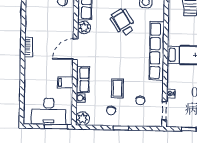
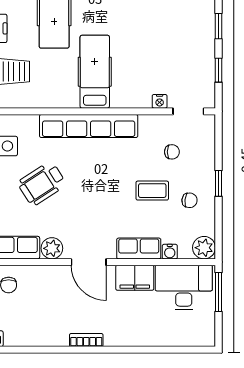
filing cabinet: (65, 82) -> (135, 278), width x2.00
desk: (49, 111) -> (184, 288), moved, turned -90

